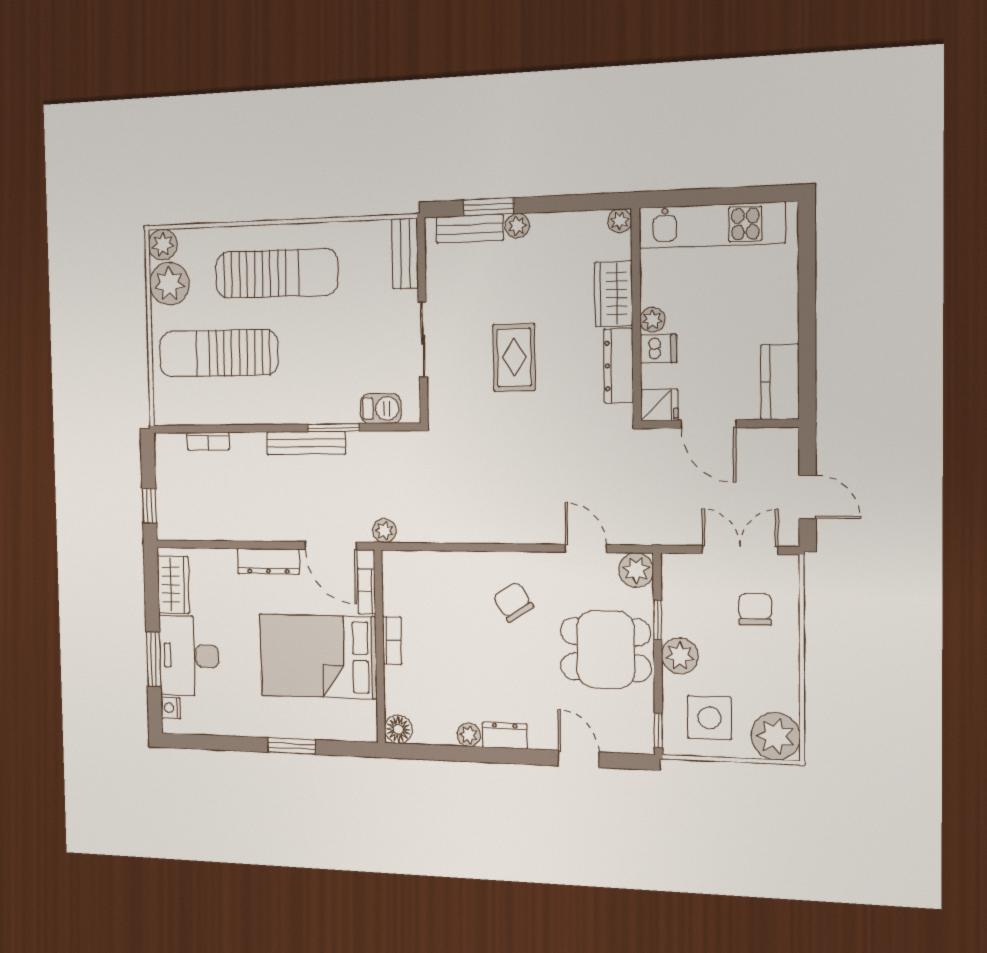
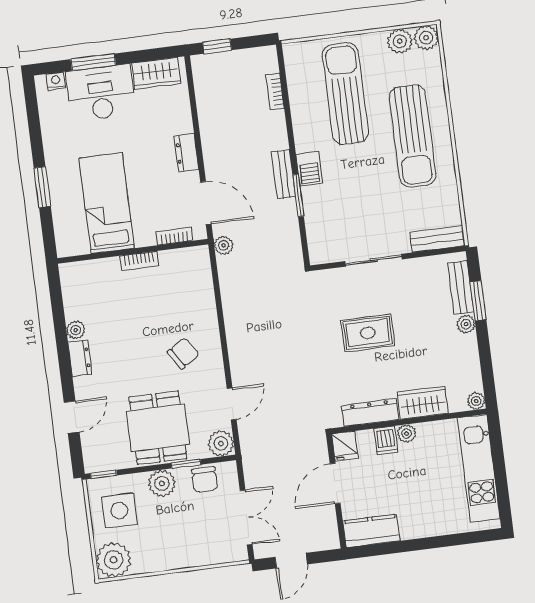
plant: (169, 284) -> (400, 41), width x0.73, depth x0.73
barbecue: (381, 409) -> (309, 169), moved
bench: (306, 443) -> (284, 174), width x0.73
door: (331, 546) -> (206, 203), swing flipped
dresser: (268, 561) -> (186, 152), width x0.70
chair: (755, 609) -> (205, 479), moved, turned 90
bed: (318, 656) -> (107, 203), width x0.67
floor lamp: (398, 729) -> (71, 274), removed

